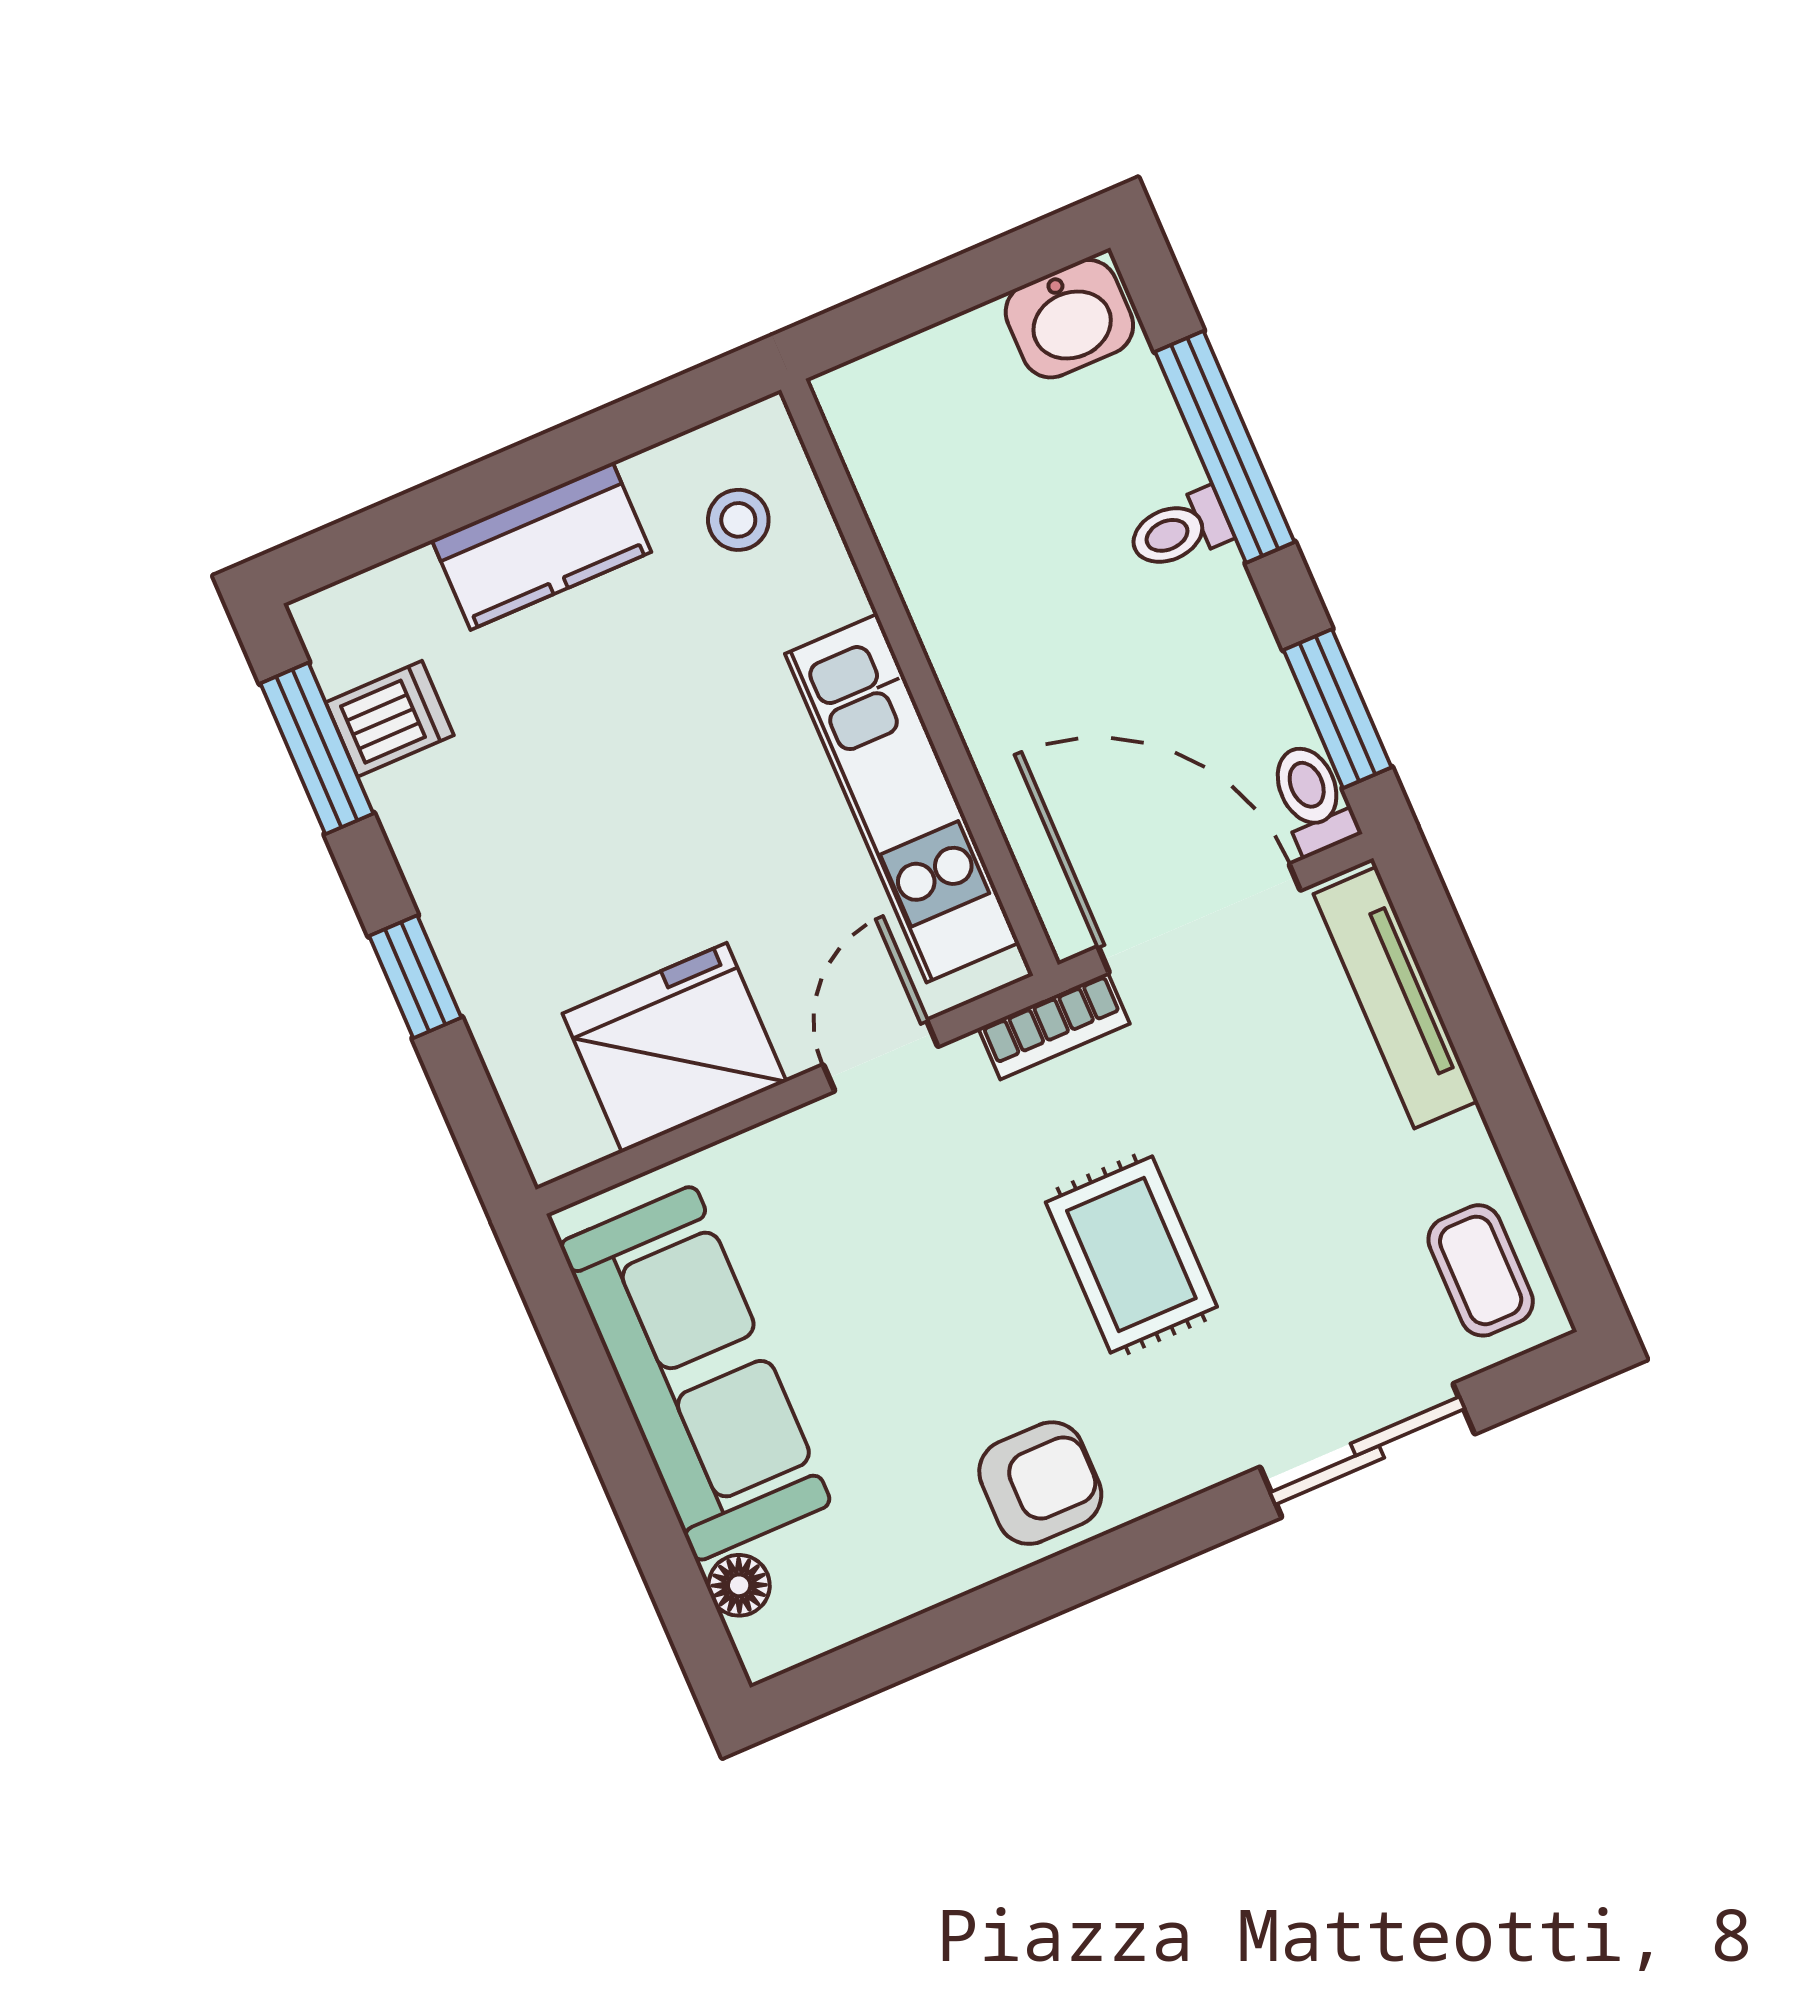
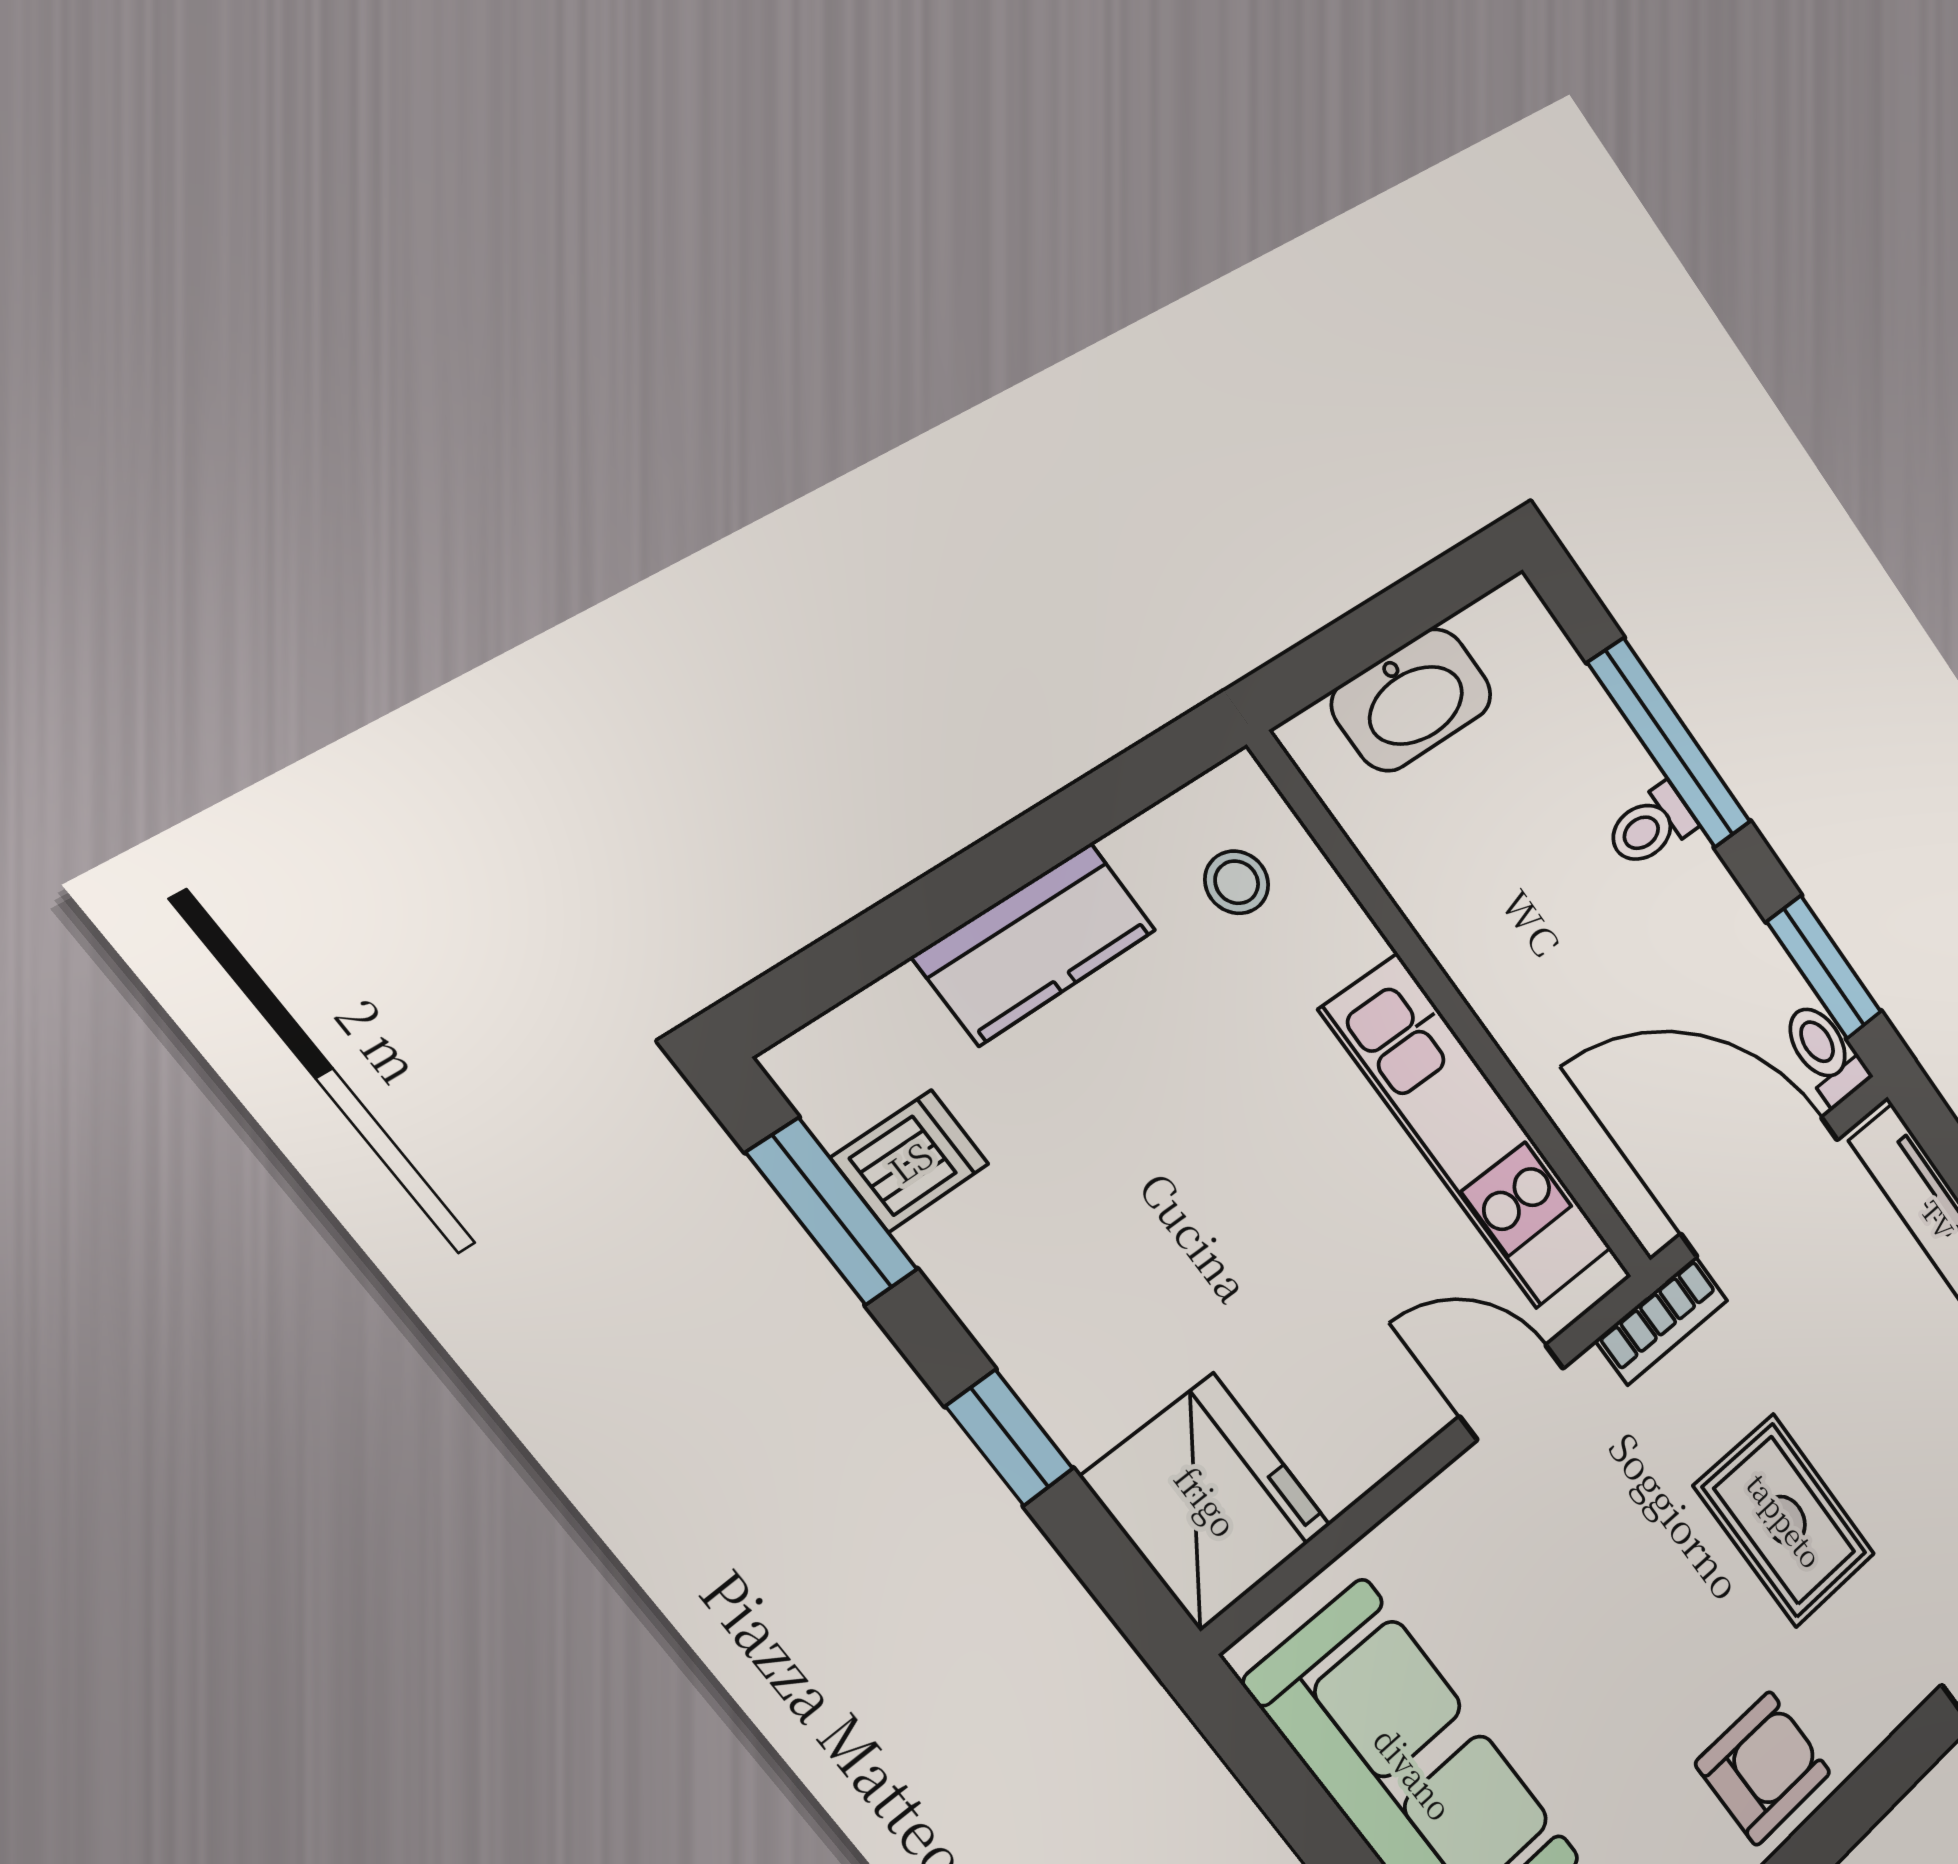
washbasin: (1069, 319) -> (1412, 699), moved, width x1.38
fridge: (674, 1048) -> (1207, 1501), moved, turned 90
door: (881, 1056) -> (1512, 1392), hinge flipped

